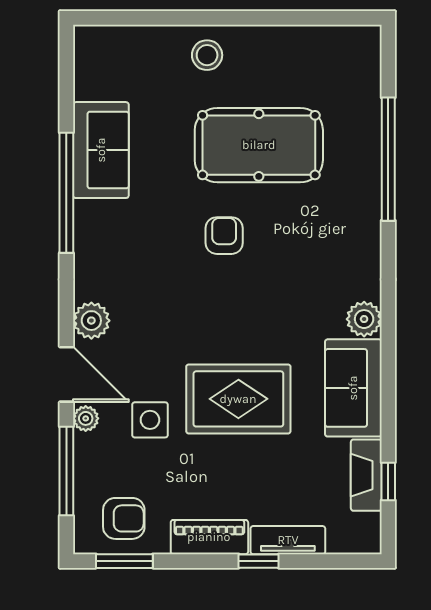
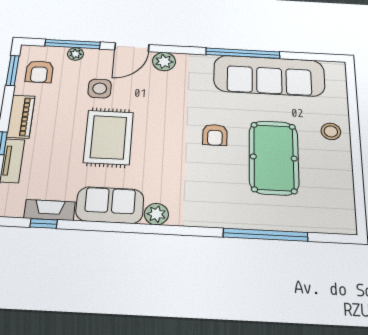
sofa: (101, 150) -> (269, 76), width x1.85, depth x1.27
armchair: (224, 236) -> (215, 135), turned 90
plant: (86, 418) -> (75, 54), moved

